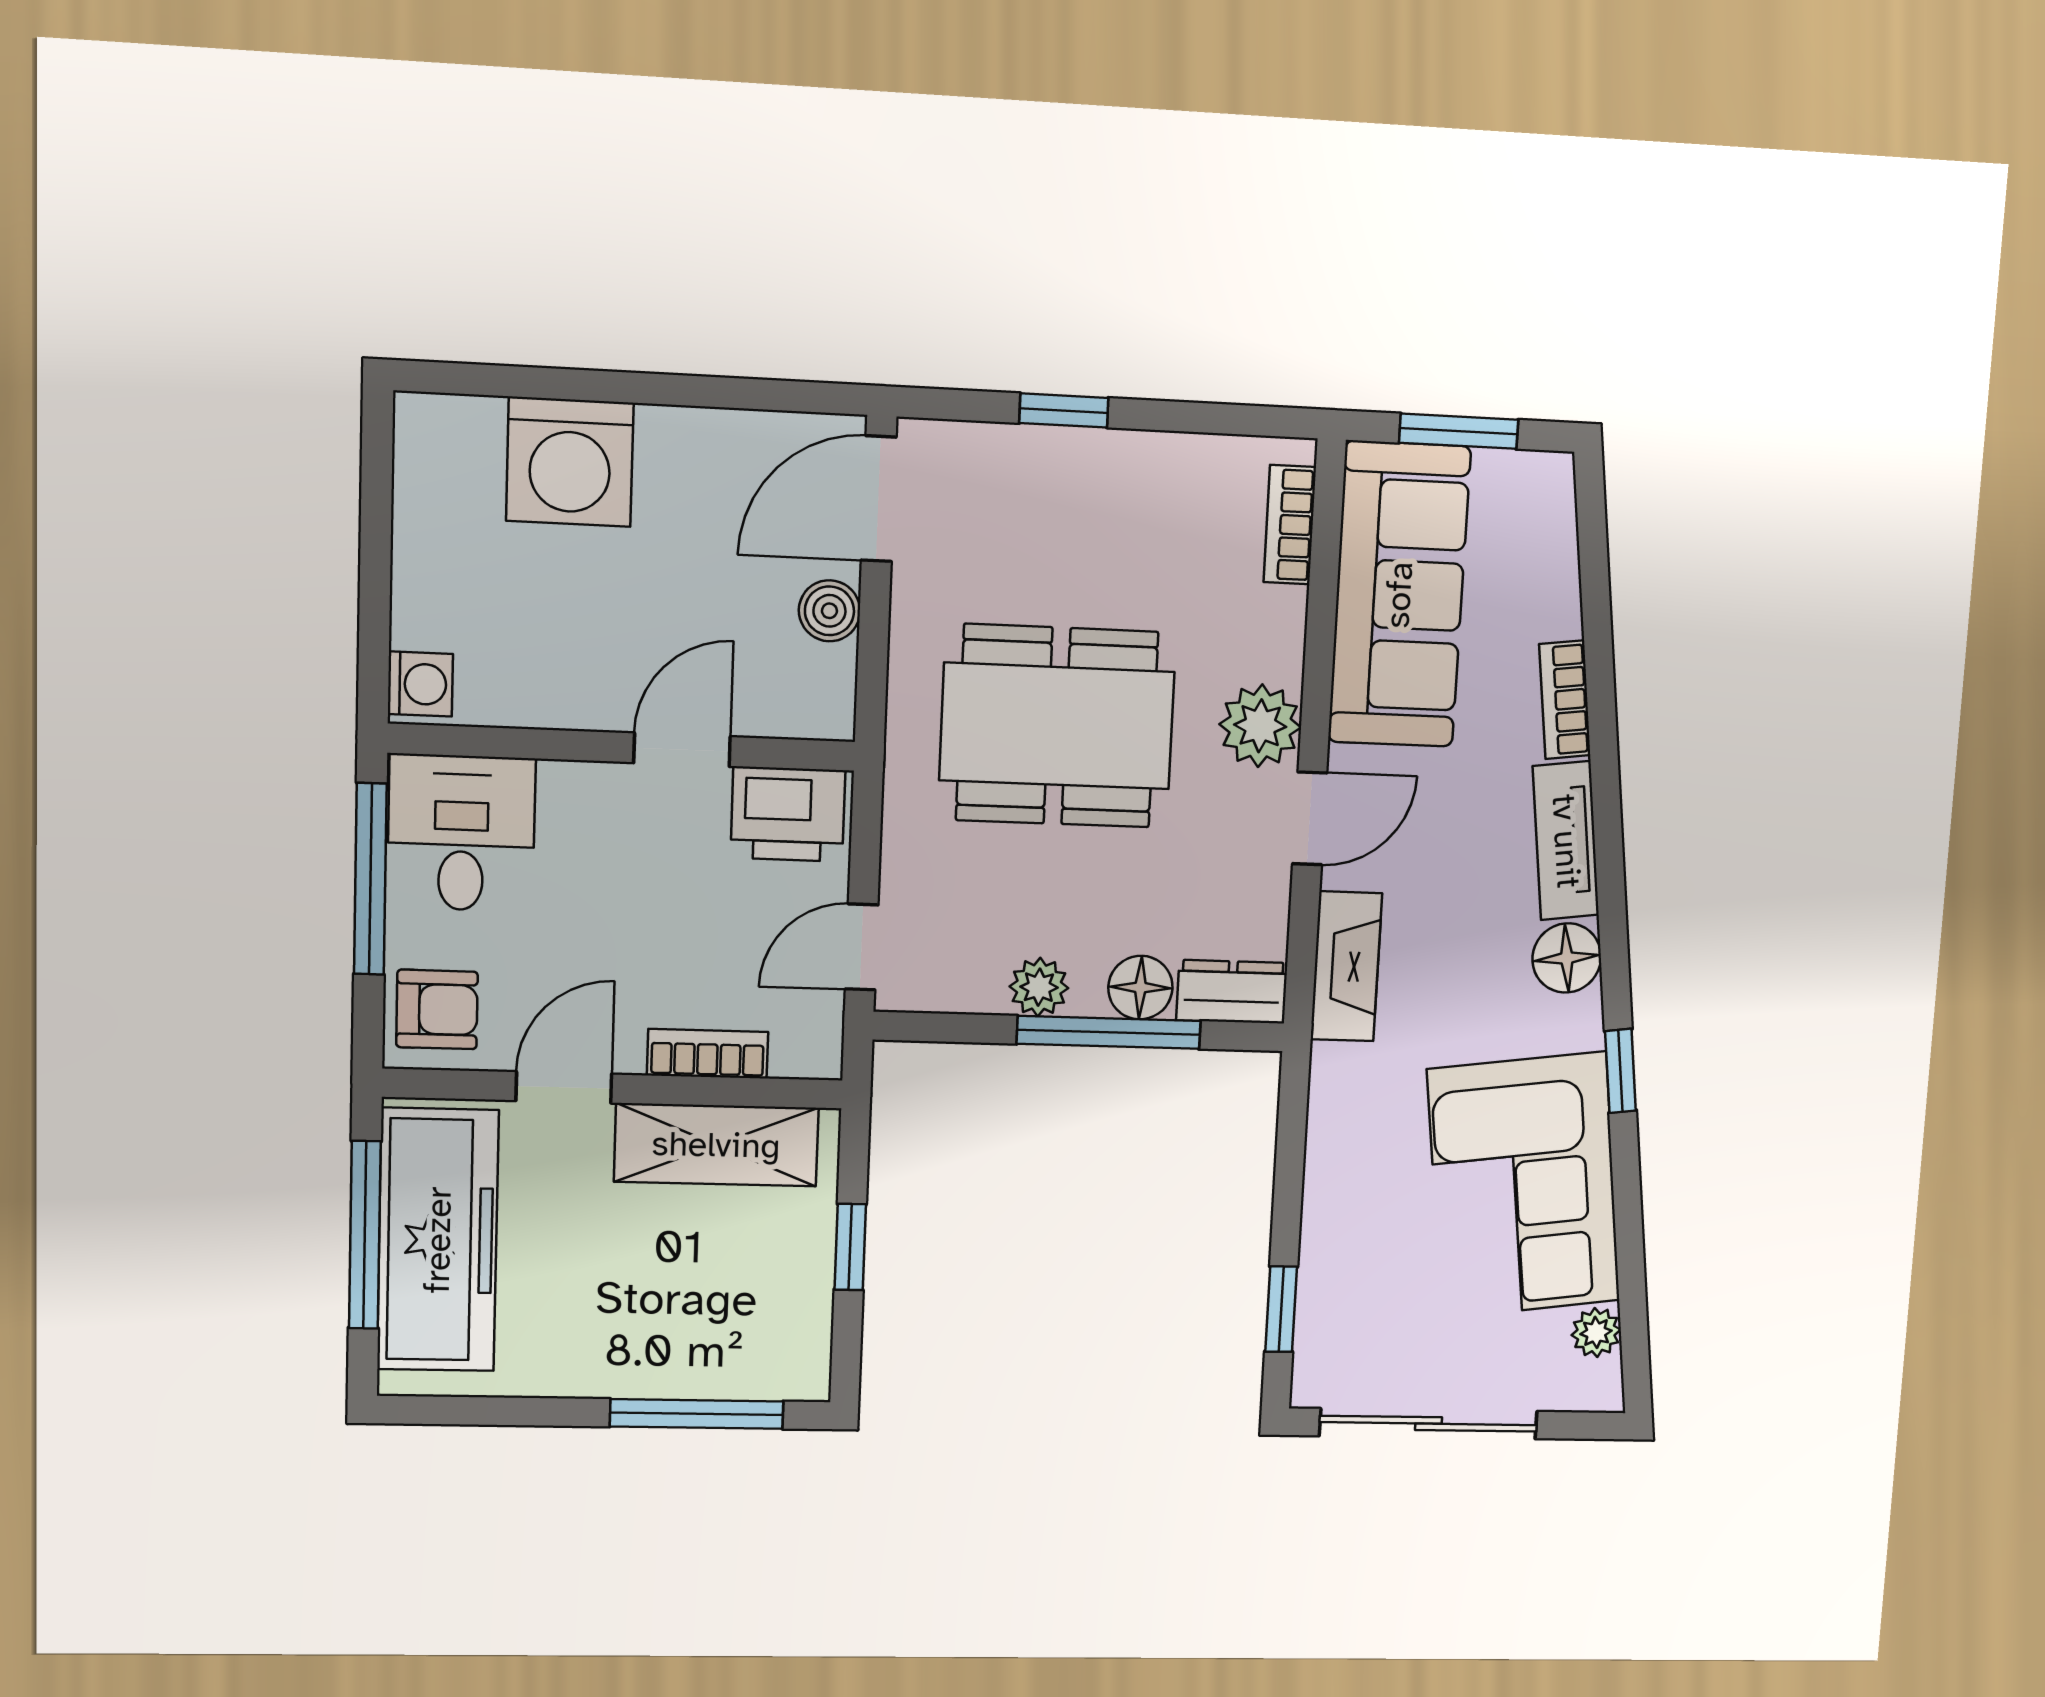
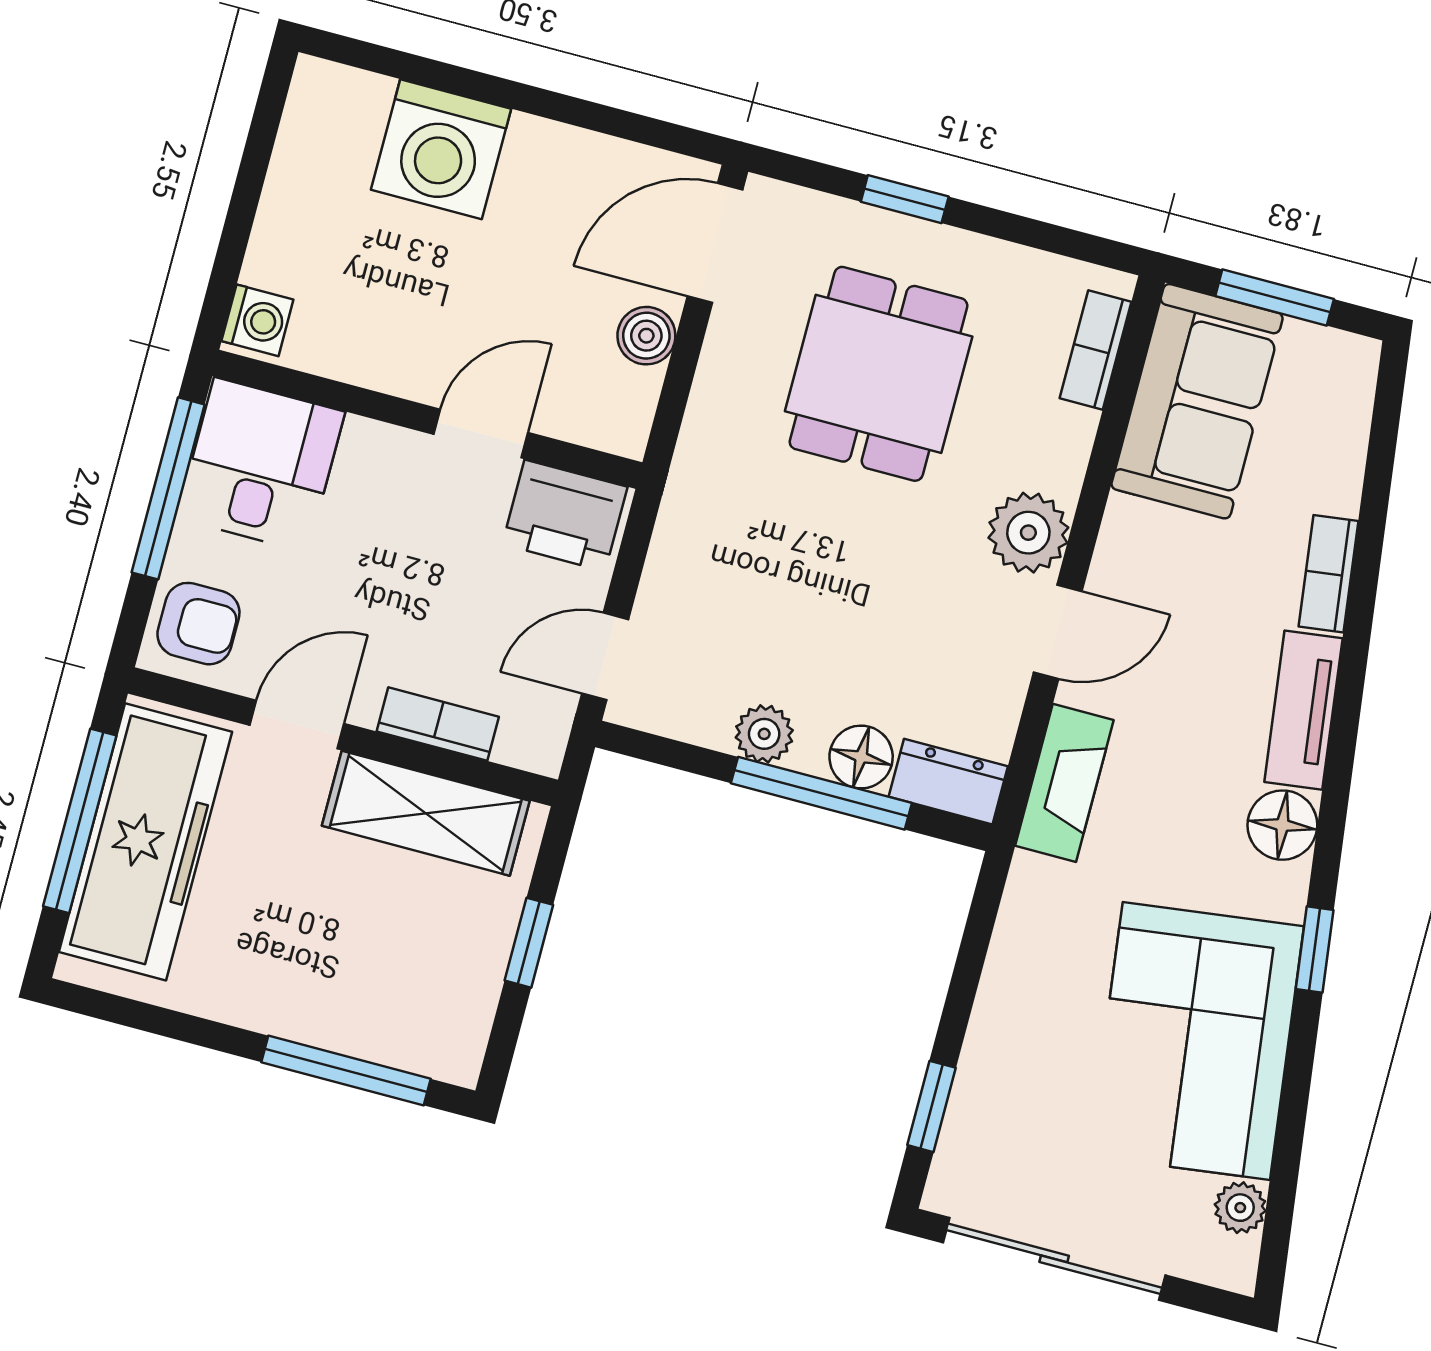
sofa: (1399, 595) -> (1197, 401), width x0.73
dining table: (1057, 726) -> (879, 374), moved, width x0.73

